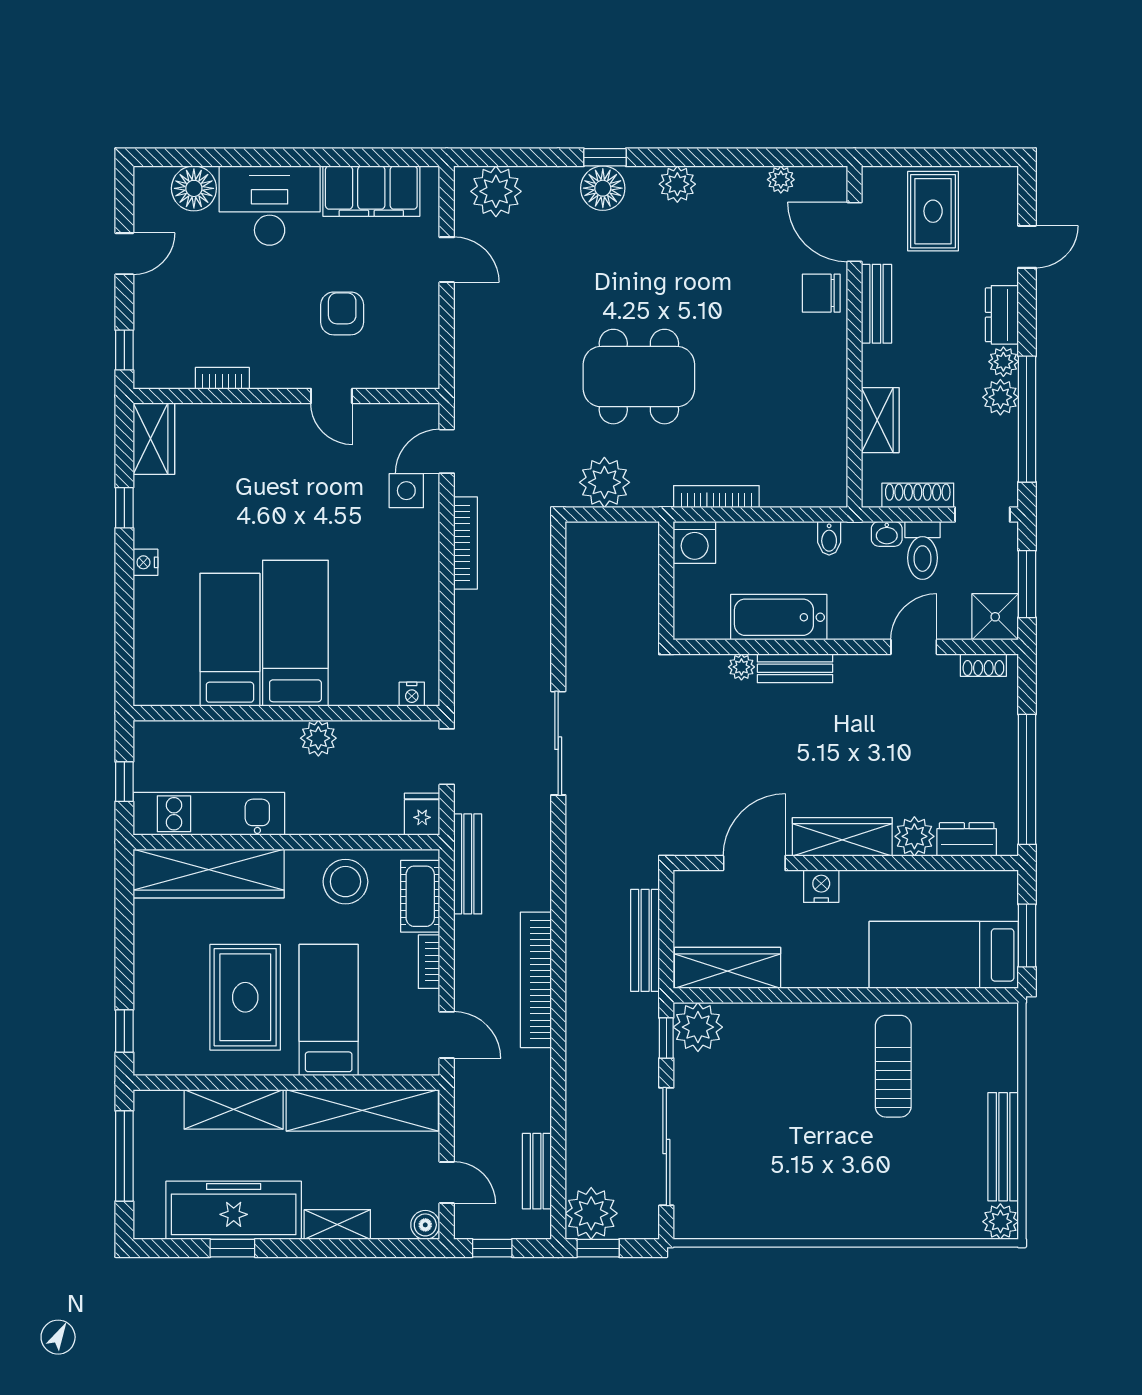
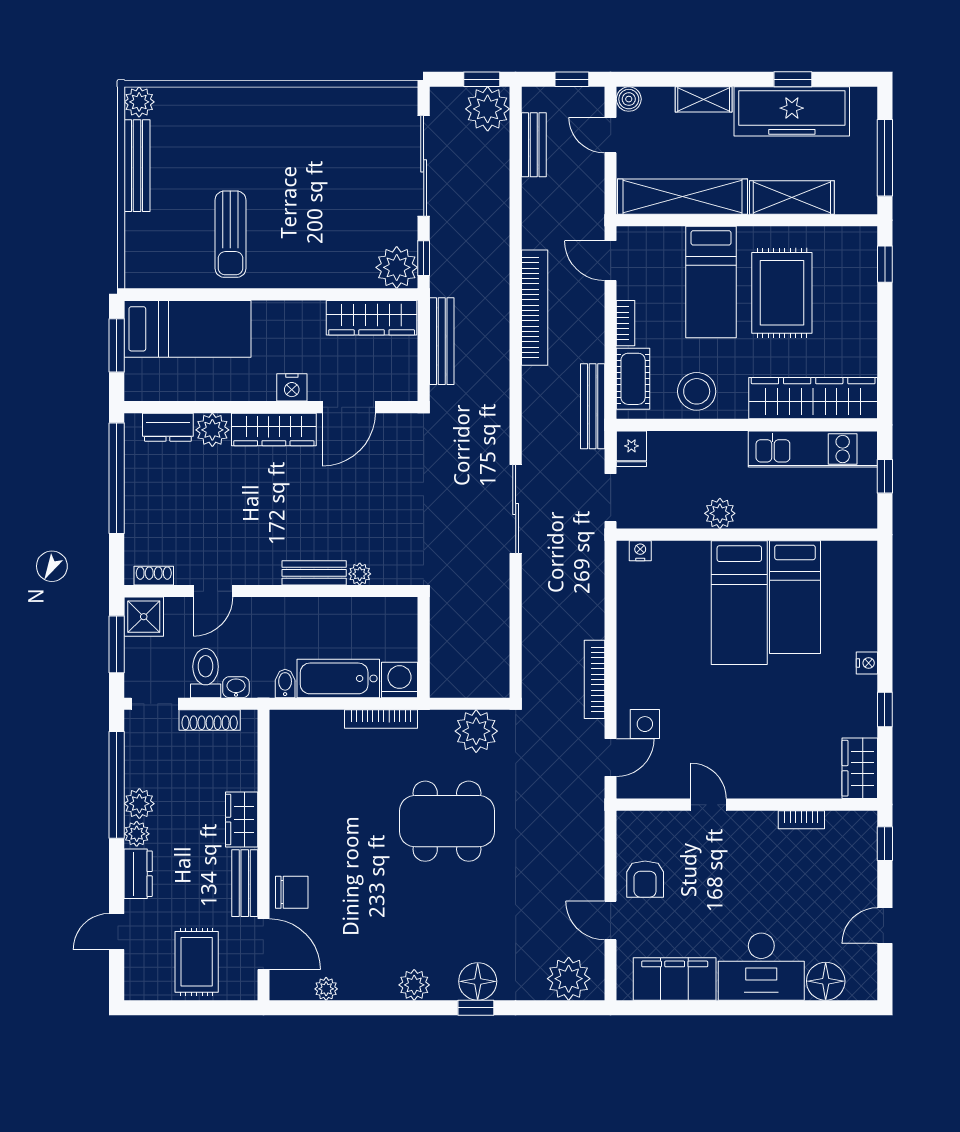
armchair: (342, 313) -> (645, 879), moved
wardrobe: (880, 420) -> (242, 820), moved
bathtub: (779, 617) -> (338, 678), moved, turned 180

